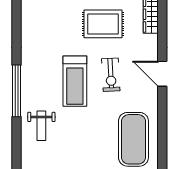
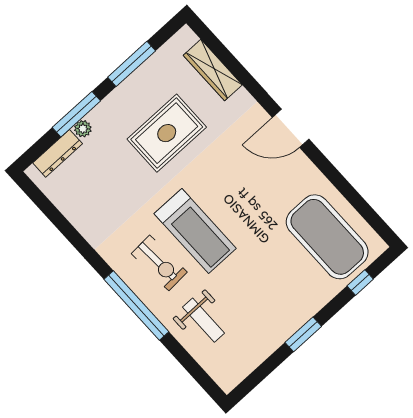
exercise bike: (111, 75) -> (159, 263), moved

